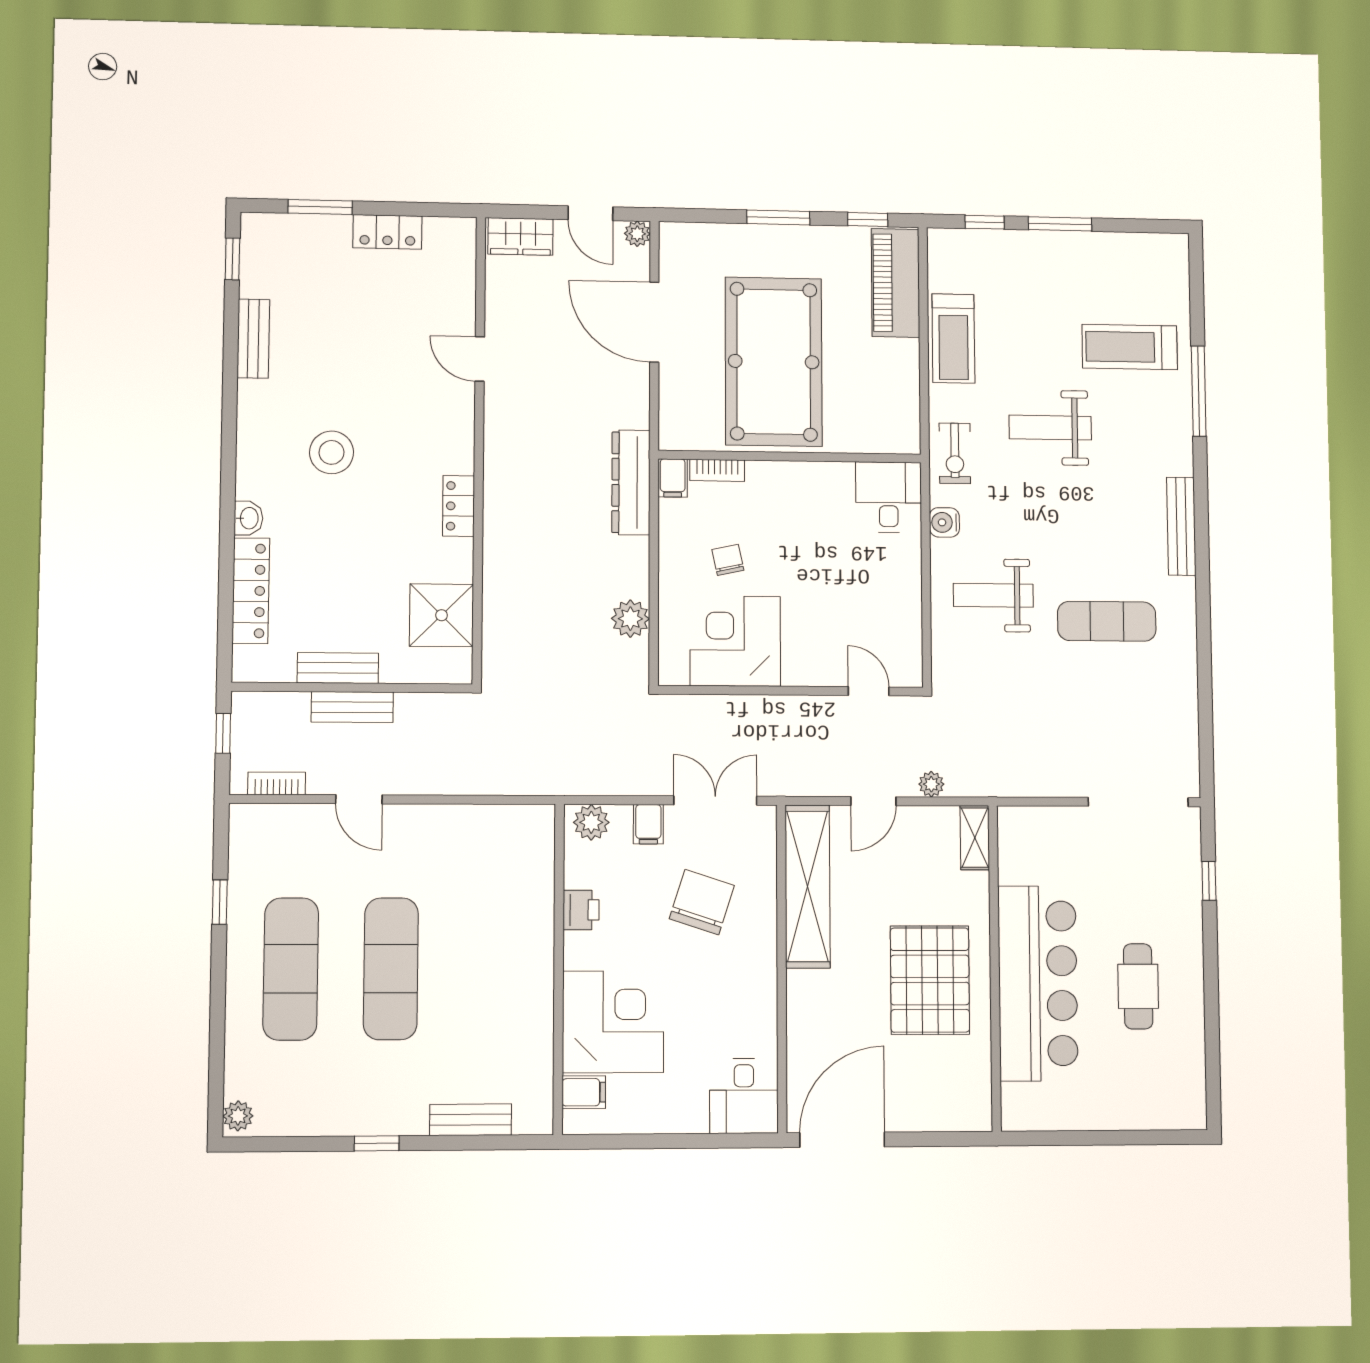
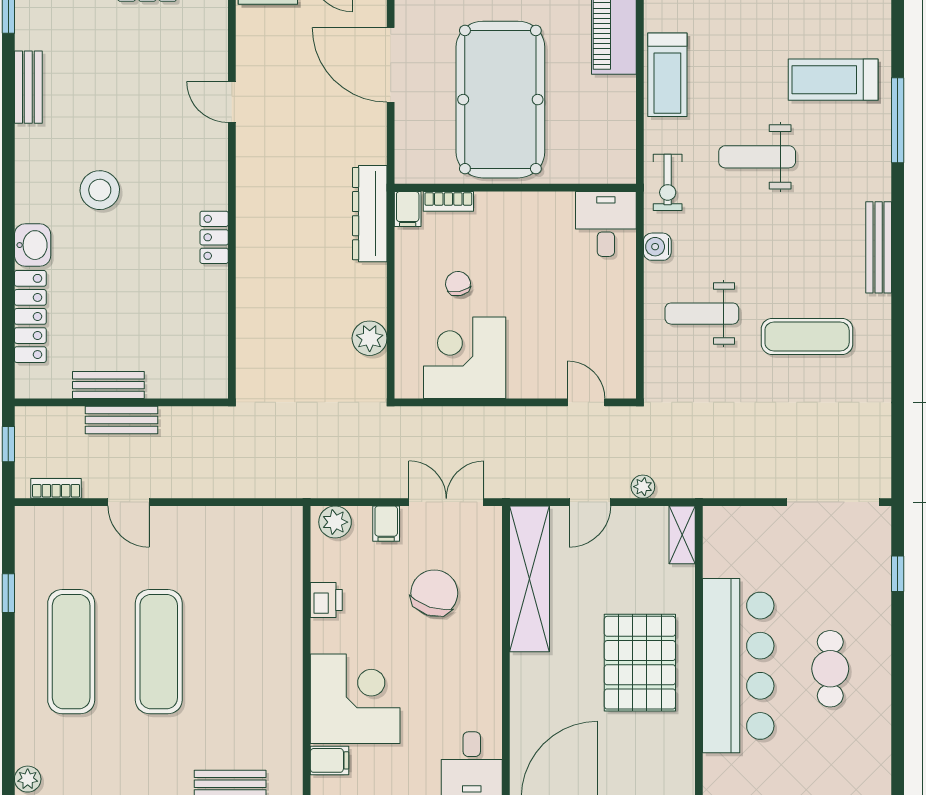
washbasin: (248, 518) -> (33, 245), width x1.38, depth x1.45
shower: (441, 615) -> (200, 337), removed

